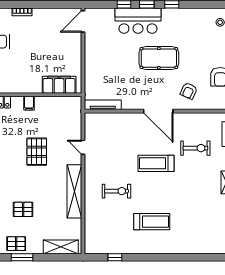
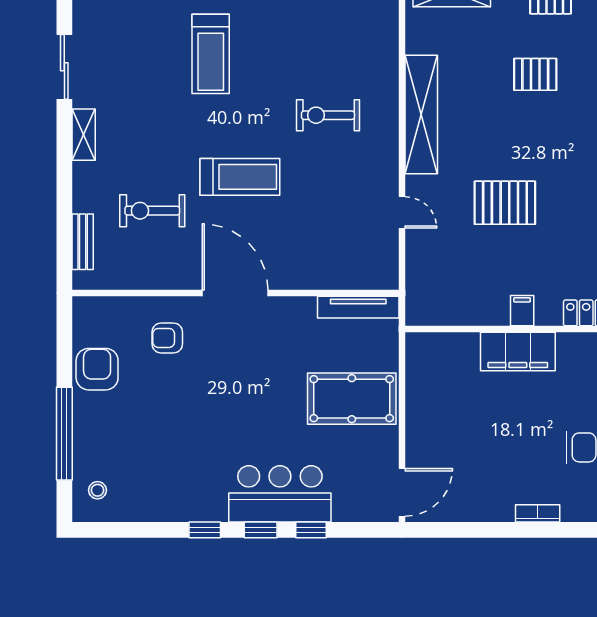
pool table: (159, 58) -> (352, 399), moved
filing cabinet: (59, 85) -> (518, 352), moved
armchair: (189, 91) -> (167, 338), turned -114
pallet: (37, 152) -> (505, 203), turned 90
treadmill: (152, 222) -> (211, 54), moved, turned -90

